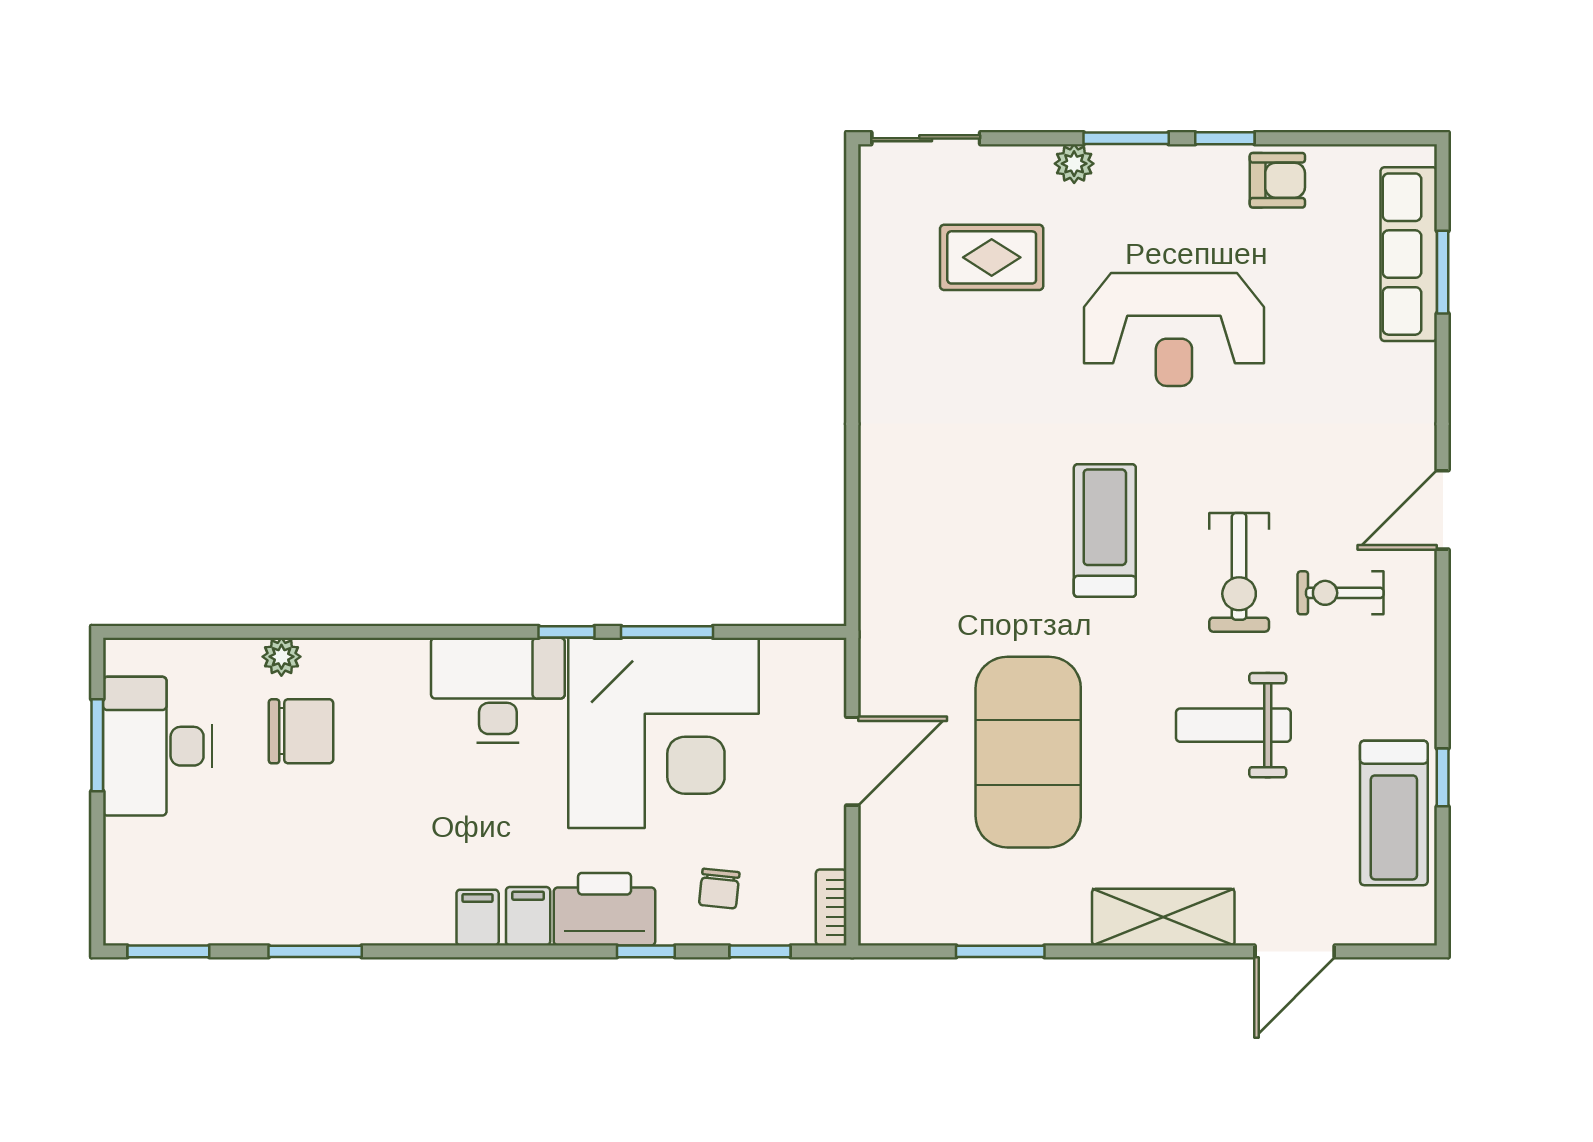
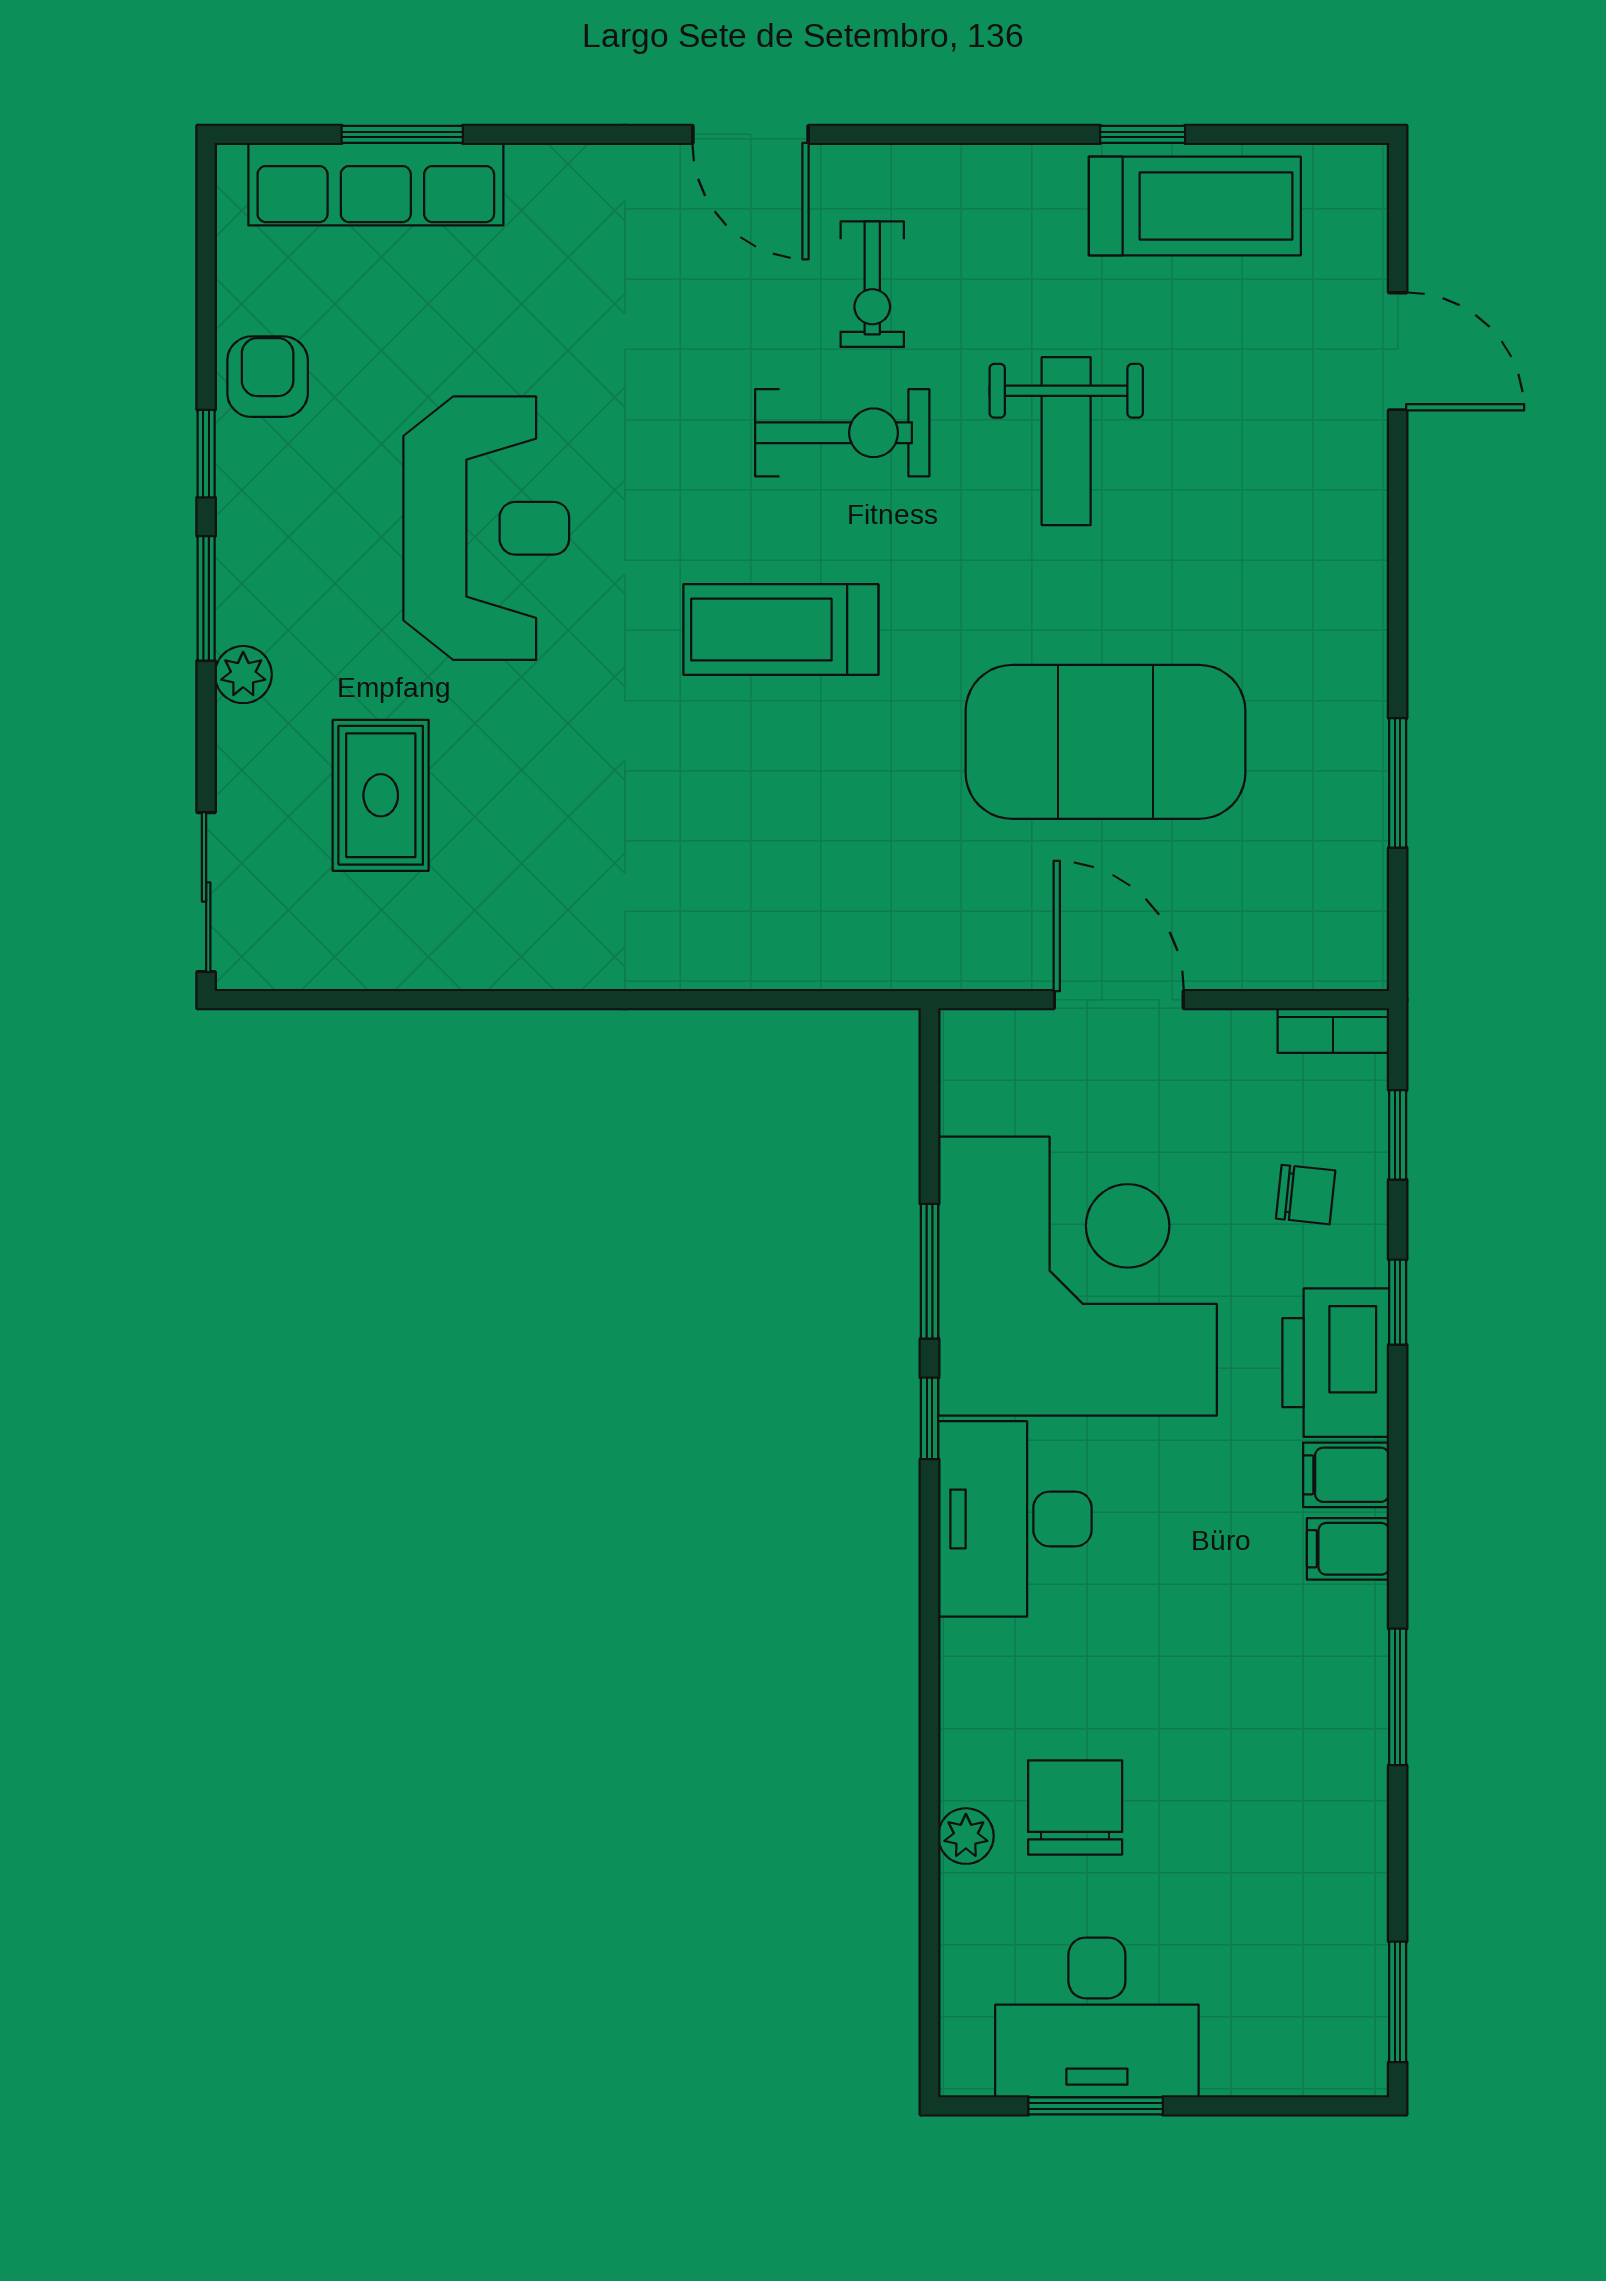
shelving: (1163, 917) -> (1347, 544), removed
window: (315, 951) -> (1398, 1697), moved

